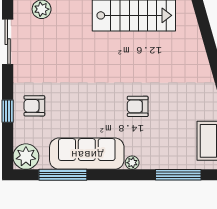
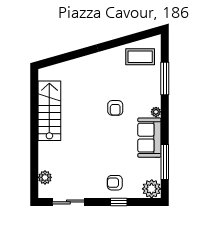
armchair: (34, 106) -> (115, 183), turned 90
sofa: (87, 154) -> (149, 138), width x0.73

